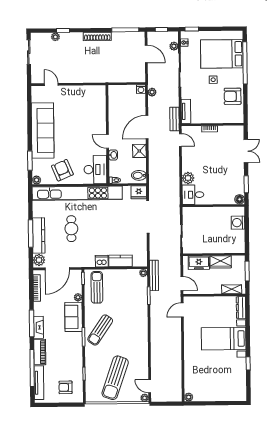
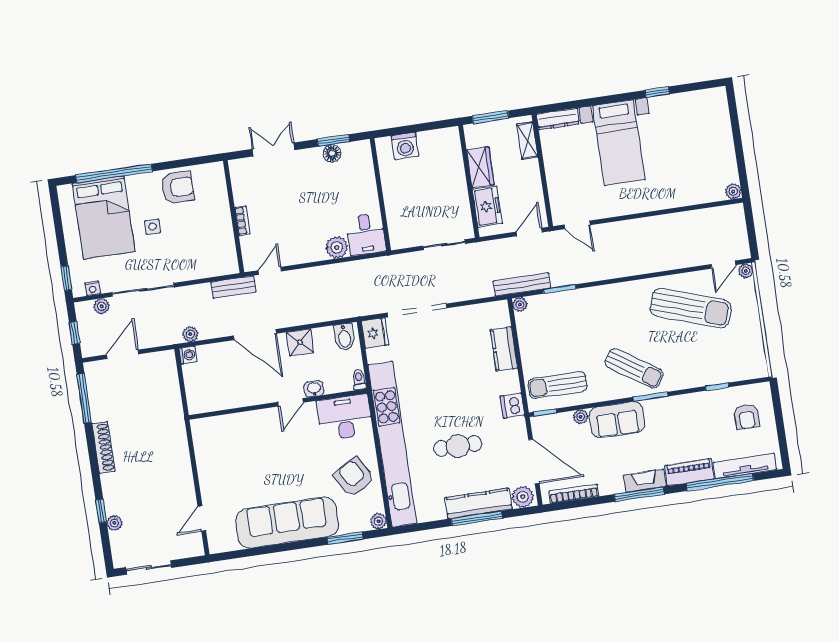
armchair: (233, 96) -> (178, 187), turned -90
tv unit: (186, 111) -> (217, 268), removed
armchair: (62, 170) -> (354, 477), turned 82
floor lamp: (240, 199) -> (332, 153), moved
dishwasher: (102, 261) -> (512, 406), moved
sun lounger: (115, 378) -> (690, 308), moved

